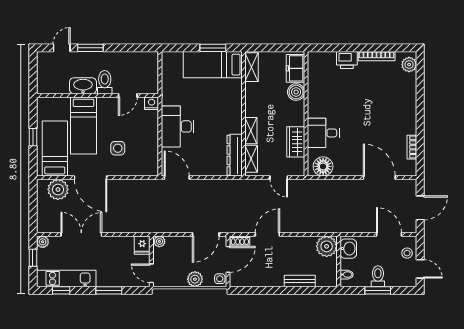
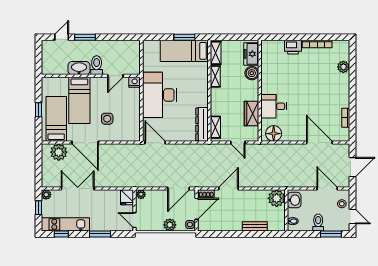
plant: (409, 65) -> (343, 67), moved
desk: (178, 126) -> (160, 95), width x1.36, depth x1.30
shelving: (251, 131) -> (215, 76), moved
window: (378, 290) -> (331, 234), moved

